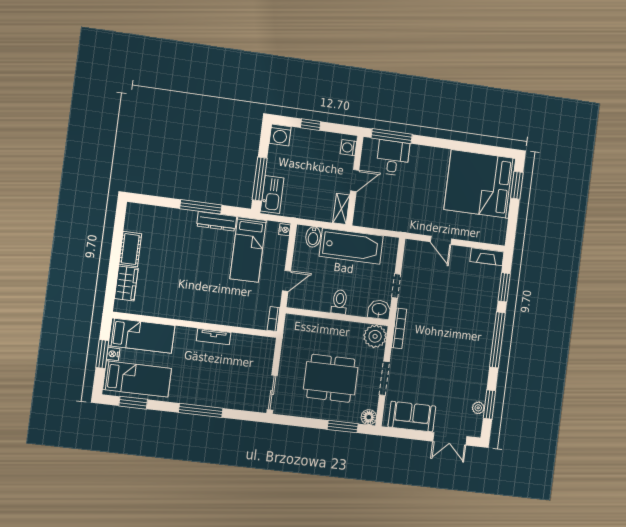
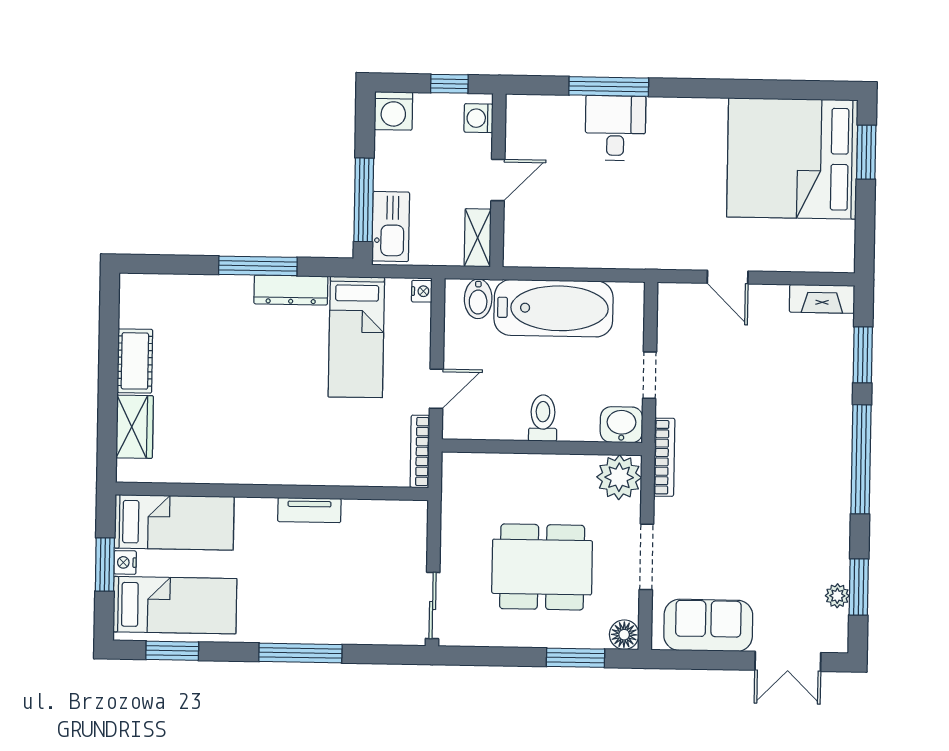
washing machine: (348, 148) -> (479, 118), moved
door: (355, 181) -> (498, 180), moved
wall: (355, 181) -> (498, 180), moved
shelving: (341, 209) -> (478, 238), moved
bookcase: (274, 319) -> (420, 451), width x1.56

